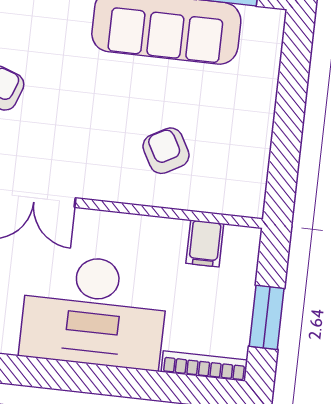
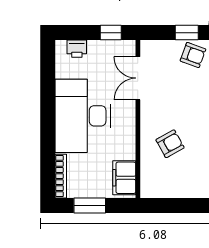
filing cabinet: (205, 243) -> (124, 178), width x2.00

